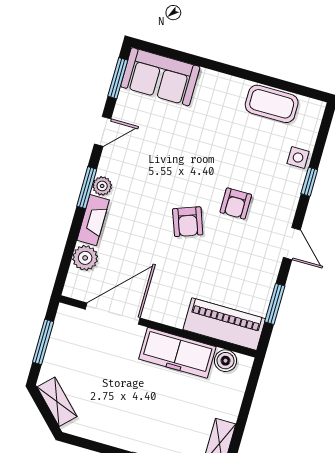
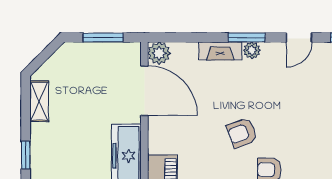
door: (103, 131) -> (299, 37), hinge flipped
plant: (85, 258) -> (159, 53), moved
shelving: (57, 402) -> (39, 101), moved, turned -45

